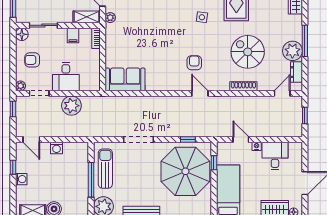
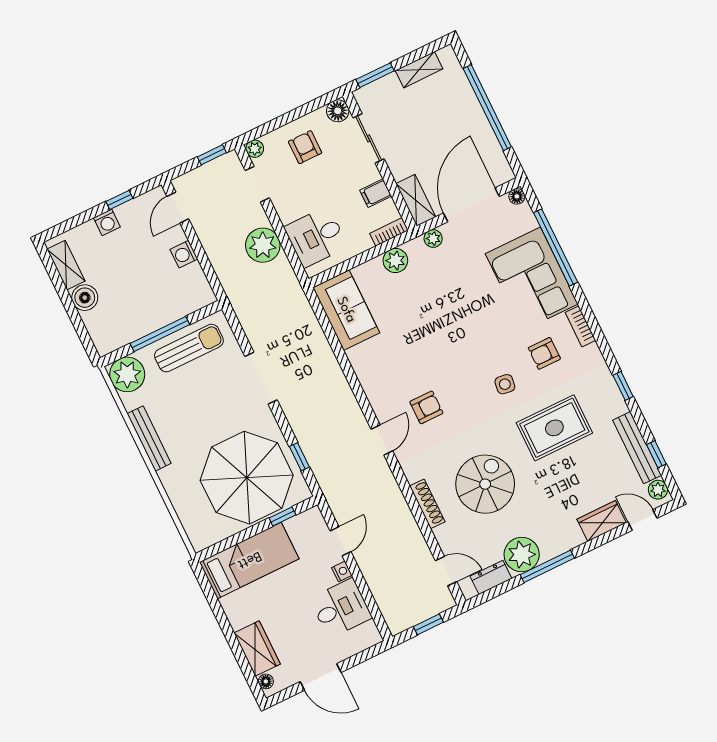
plant: (112, 42) -> (395, 260), added
desk: (66, 77) -> (316, 237), moved

